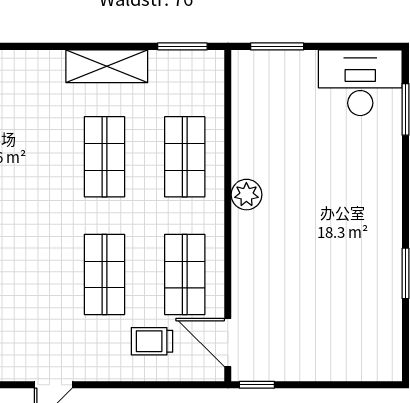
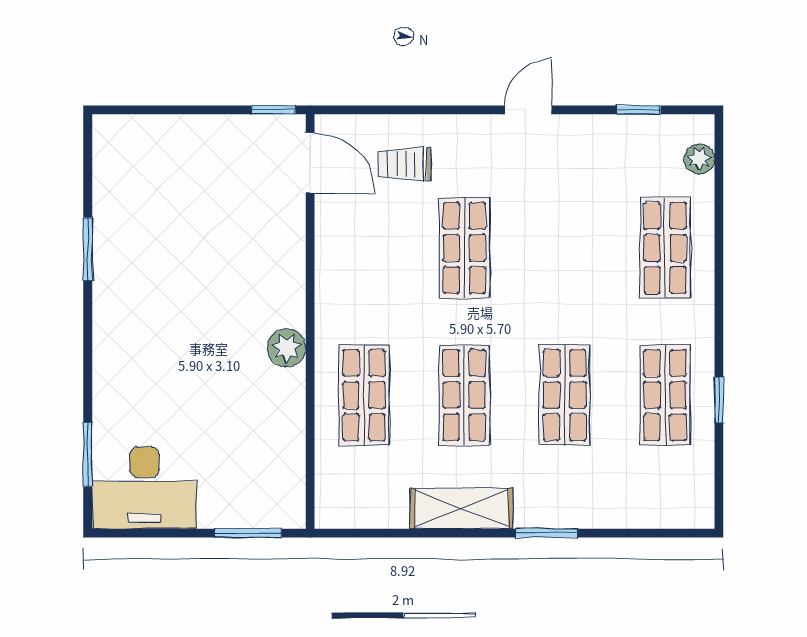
window: (182, 46) -> (547, 533), moved
shop shelf: (185, 274) -> (565, 395), moved
trolley: (152, 341) -> (405, 164), turned 180

